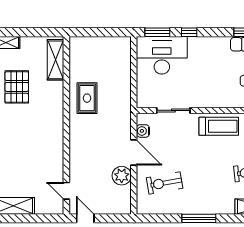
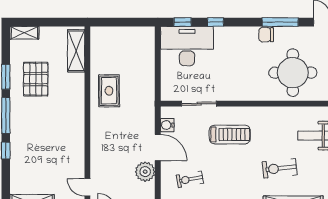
window: (157, 32) -> (182, 22), width x0.67
treadmill: (219, 126) -> (230, 134), moved
exercise bike: (165, 183) -> (190, 179), width x0.73, depth x0.72

